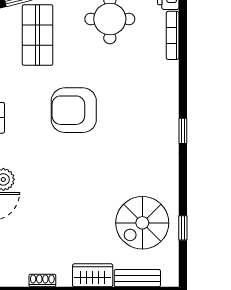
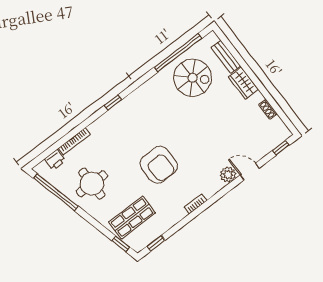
window: (183, 131) -> (113, 102), moved
window: (183, 228) -> (178, 53), width x3.17

